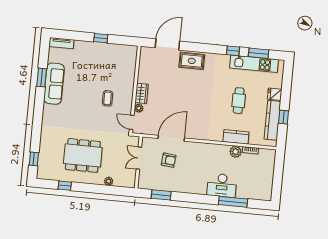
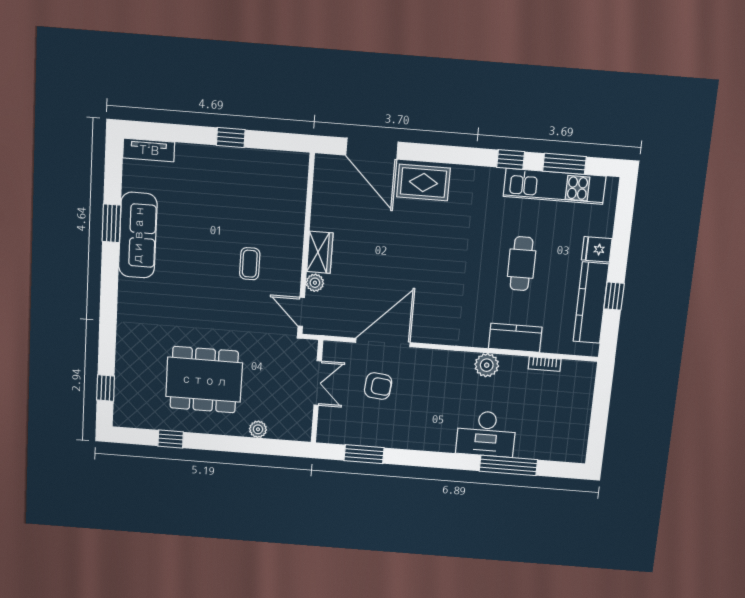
door: (167, 44) -> (372, 149), swing flipped
plant: (236, 152) -> (487, 365), moved
double door: (139, 158) -> (318, 383), swing flipped

